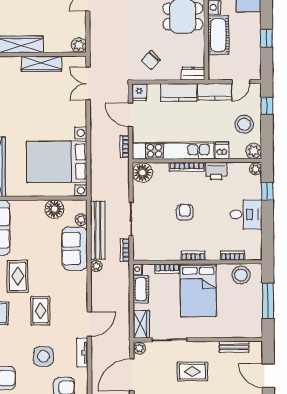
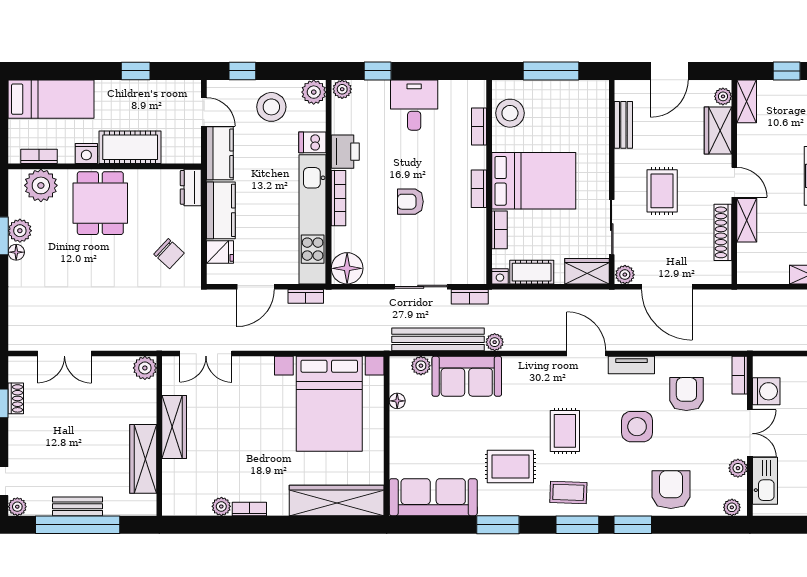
fridge: (139, 92) -> (220, 252), moved
floor lamp: (54, 209) -> (397, 401), width x0.53, depth x0.53
rug: (40, 311) -> (565, 431), turned 90

